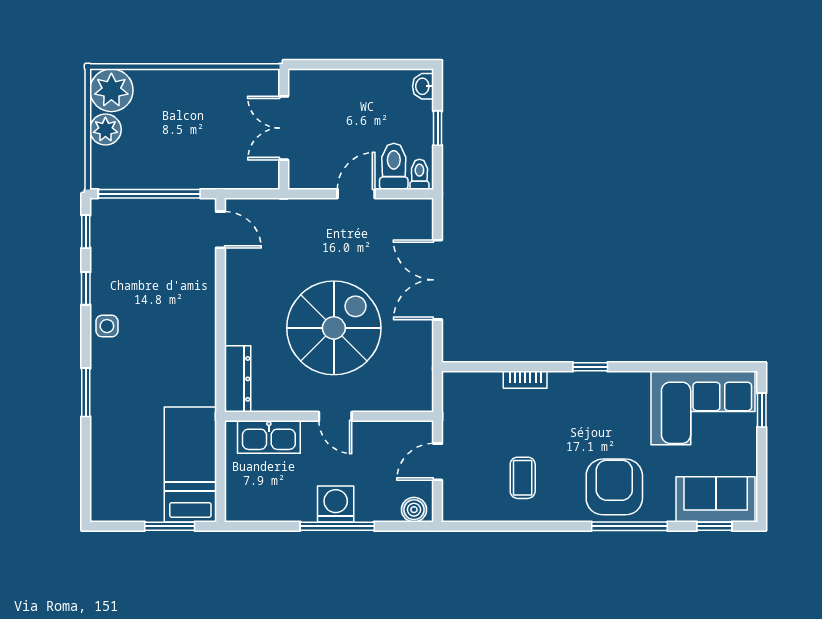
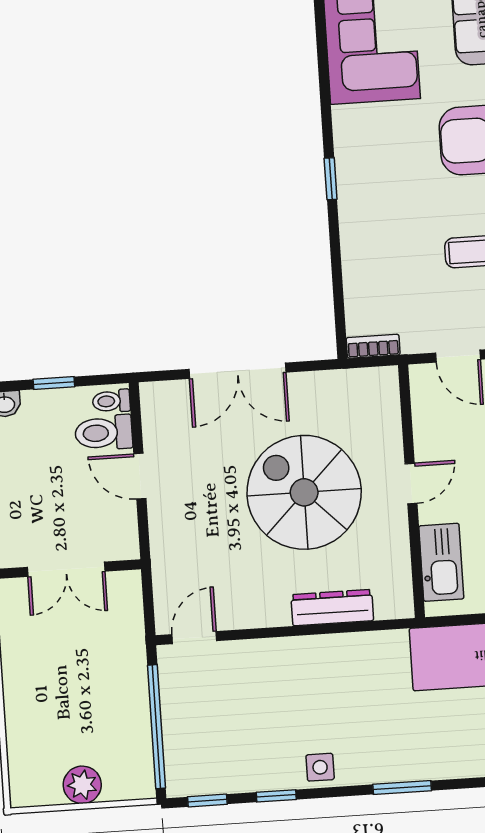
plant: (111, 90) -> (34, 781), removed
dresser: (238, 379) -> (332, 608), moved
bookcase: (525, 380) -> (373, 346), moved, turned -90

